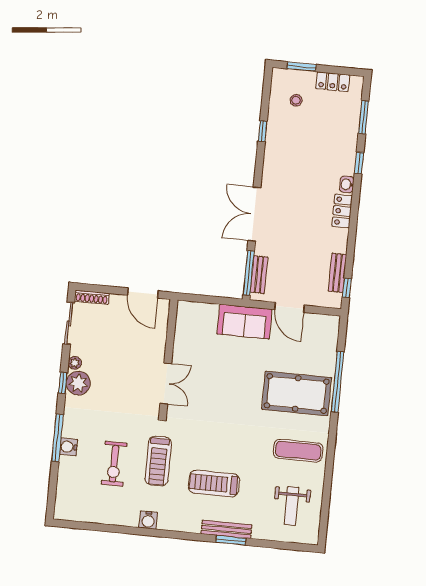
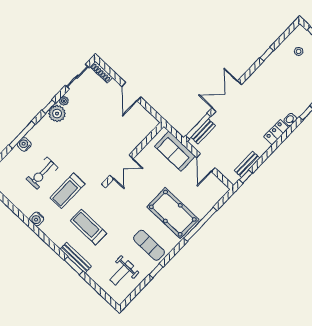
wall: (168, 356) -> (135, 153), moved
double door: (166, 383) -> (121, 167), moved
window: (329, 473) -> (156, 271), added

